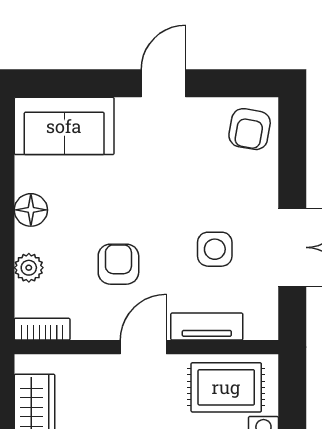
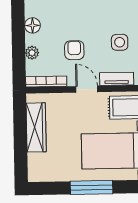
bookcase: (42, 329) -> (46, 81), width x1.56
door: (143, 347) -> (87, 89), hinge flipped

